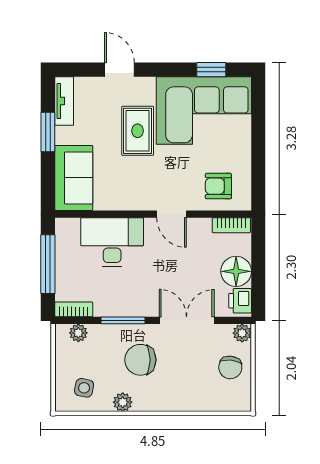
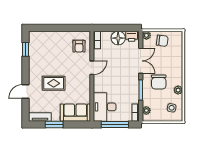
corner sofa: (204, 110) -> (44, 53), removed
desk: (112, 242) -> (105, 107), moved
double door: (187, 320) -> (141, 61), swing flipped

